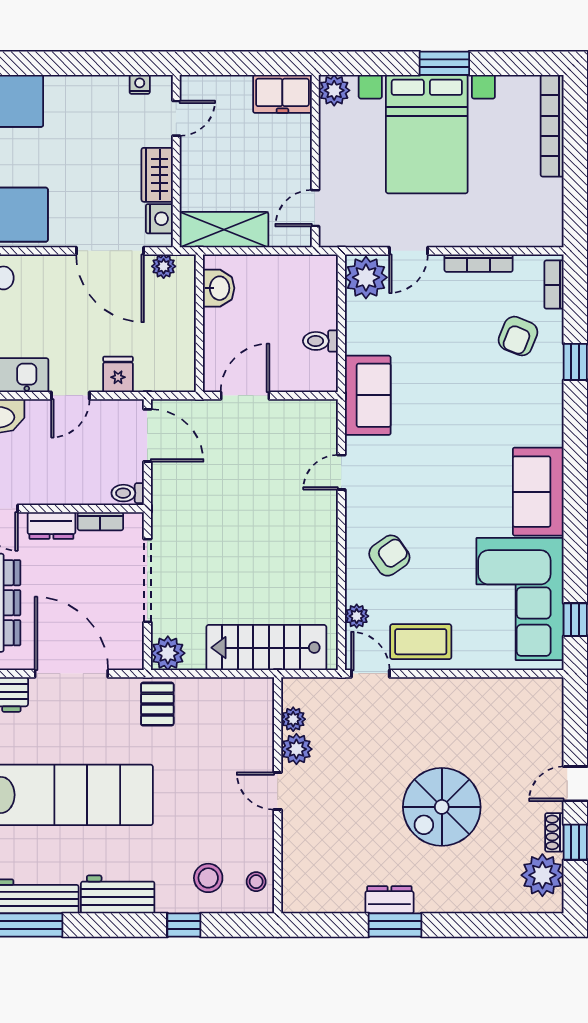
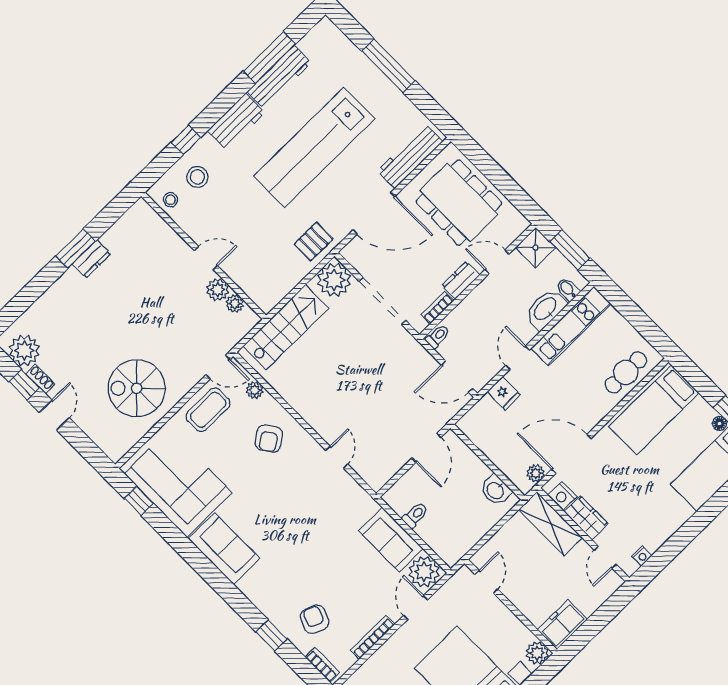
shelving: (224, 230) -> (550, 524), moved, turned 90
sofa: (368, 395) -> (391, 540), moved
plant: (168, 653) -> (334, 280), width x1.36, depth x1.36
pallet: (157, 704) -> (314, 242), turned 90
spiral stairs: (442, 807) -> (137, 388), moved, turned -90

